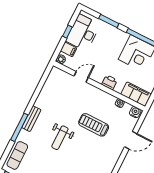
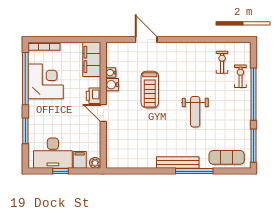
door: (81, 77) -> (103, 113), moved
water cooler: (135, 112) -> (112, 85), moved
bench: (31, 119) -> (178, 162), width x1.36
weight bench: (60, 138) -> (195, 112), moved, turned 90

